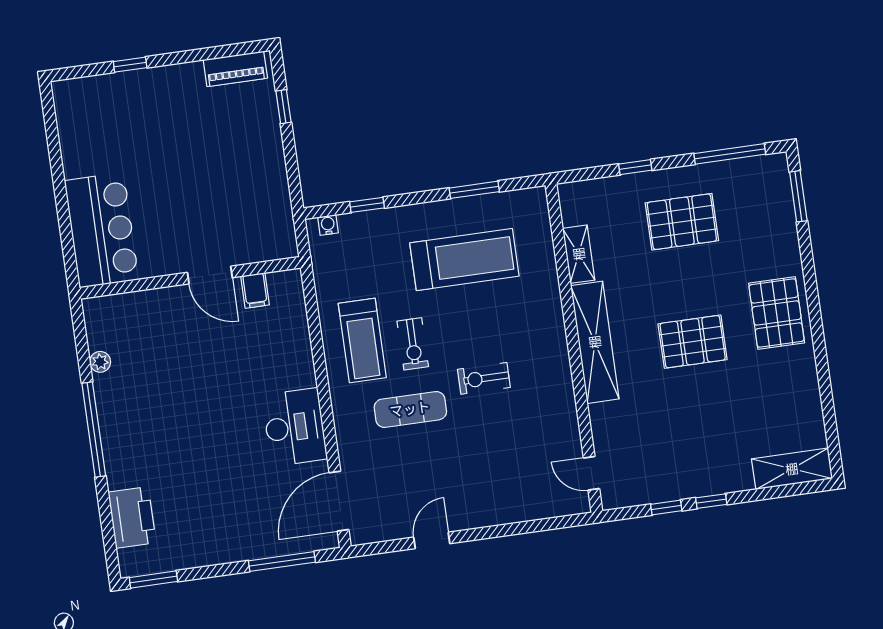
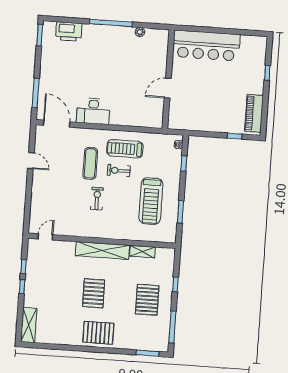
piano: (235, 69) -> (254, 113), width x1.37, depth x1.33
bar counter: (102, 230) -> (206, 46), width x1.36
filing cabinet: (255, 291) -> (157, 106), removed

